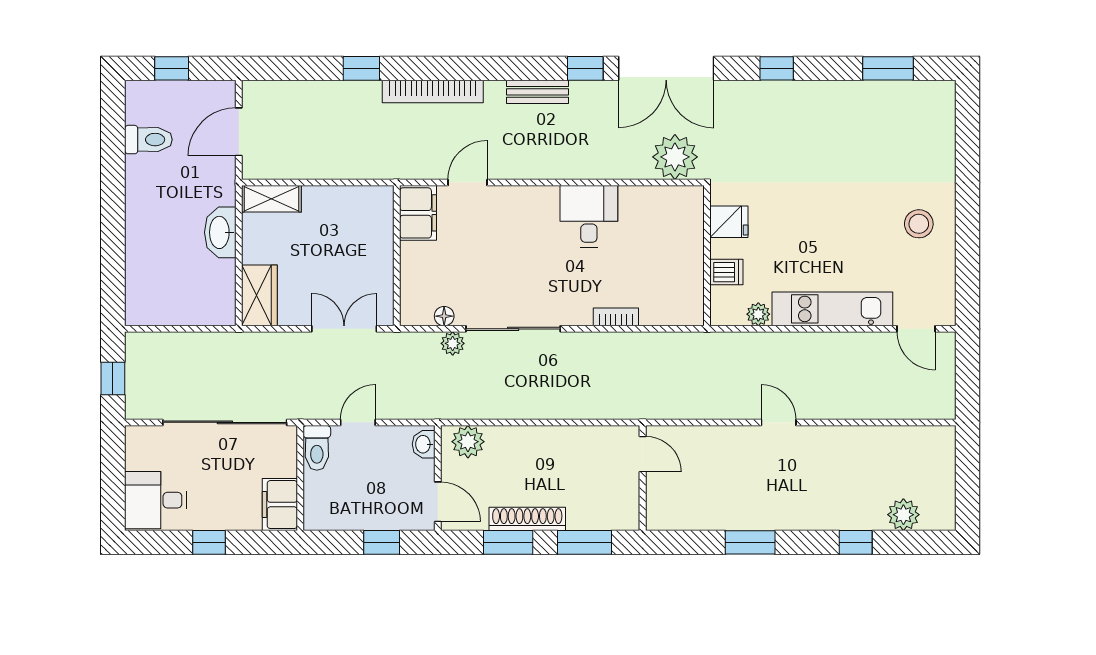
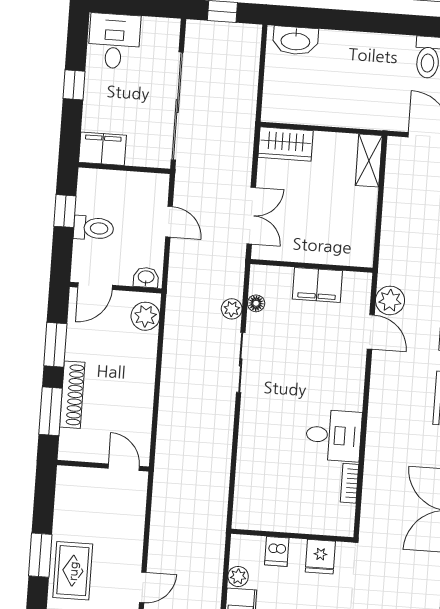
plant: (675, 157) -> (390, 300), moved, width x0.73, depth x0.73
filing cabinet: (418, 213) -> (317, 285), moved
washbasin: (220, 232) -> (295, 41), moved, turned 180
bookcase: (616, 317) -> (350, 483), moved, turned 180
sliding door: (513, 329) -> (241, 362), width x0.73
toilet: (317, 448) -> (94, 228), moved, turned 180
door: (643, 454) -> (124, 467), swing flipped
rug: (765, 504) -> (73, 571), added
shoe rack: (527, 519) -> (72, 395), moved
window: (382, 542) -> (65, 211), moved

